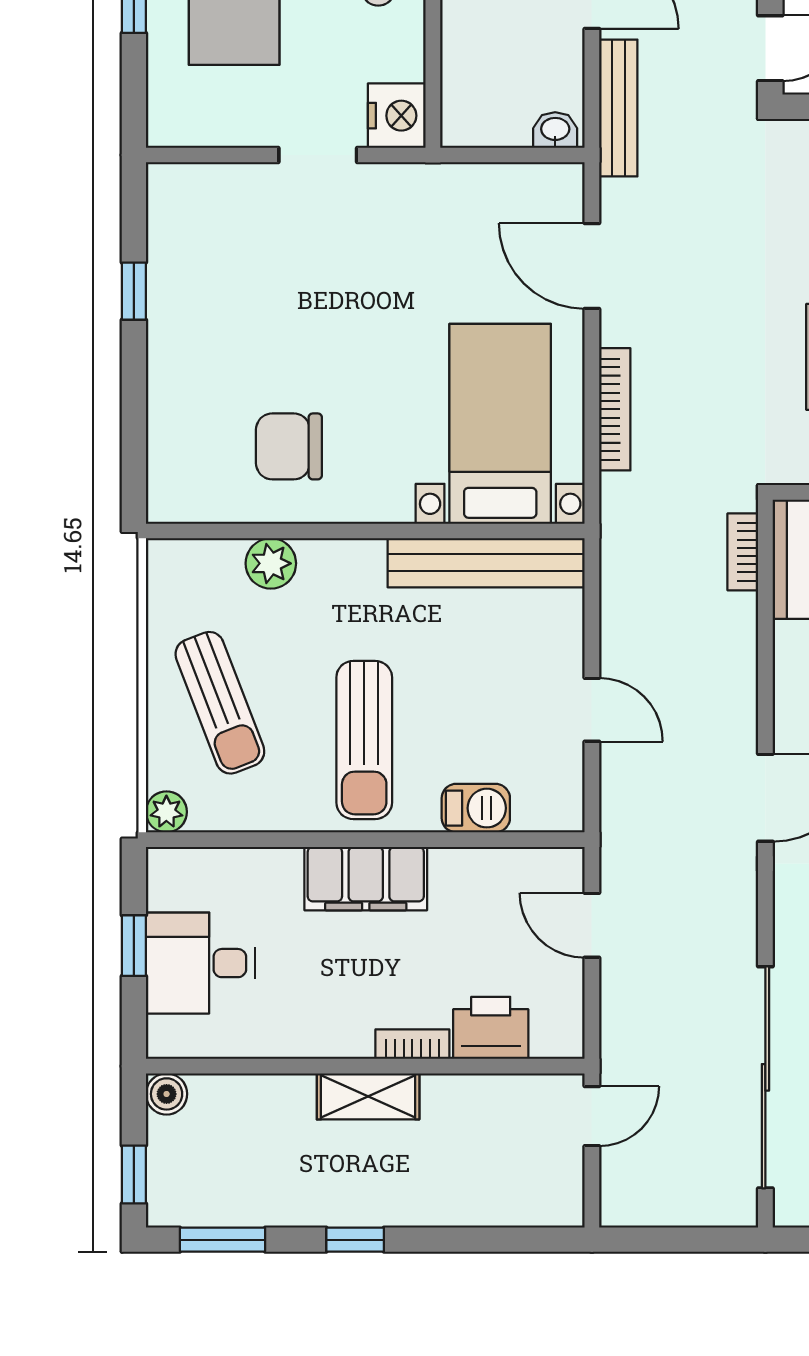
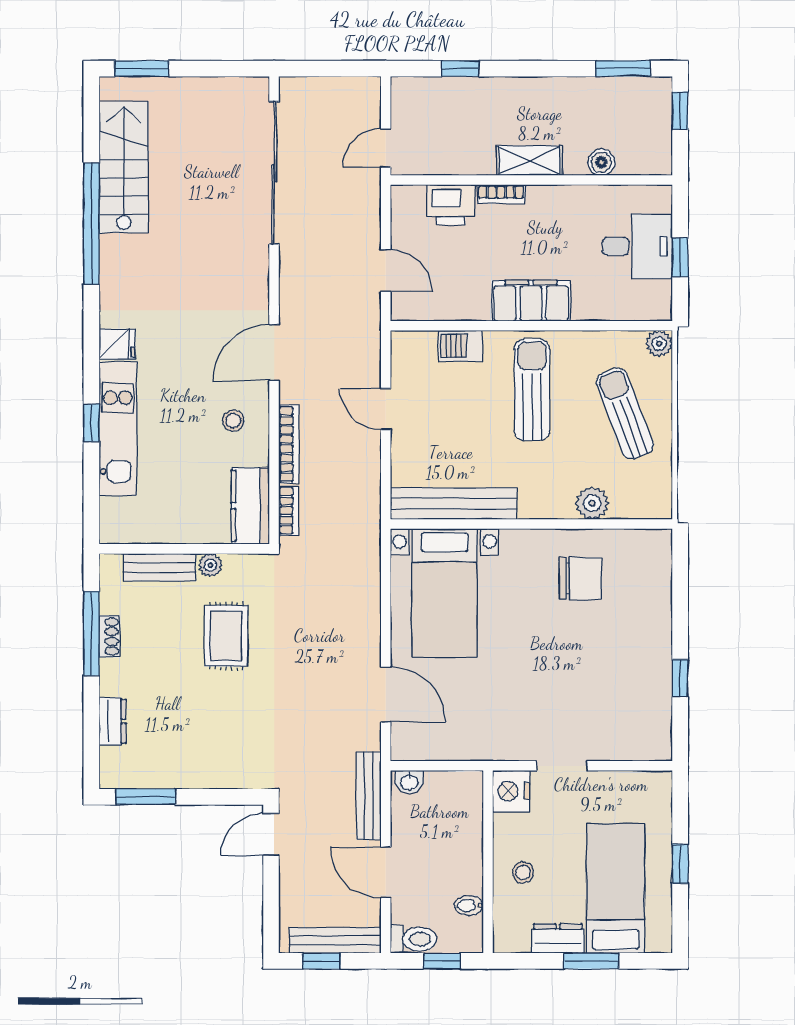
bookcase: (615, 409) -> (289, 444), moved, turned 180
boiler: (167, 1094) -> (601, 162), moved
window: (355, 1240) -> (460, 69), moved

